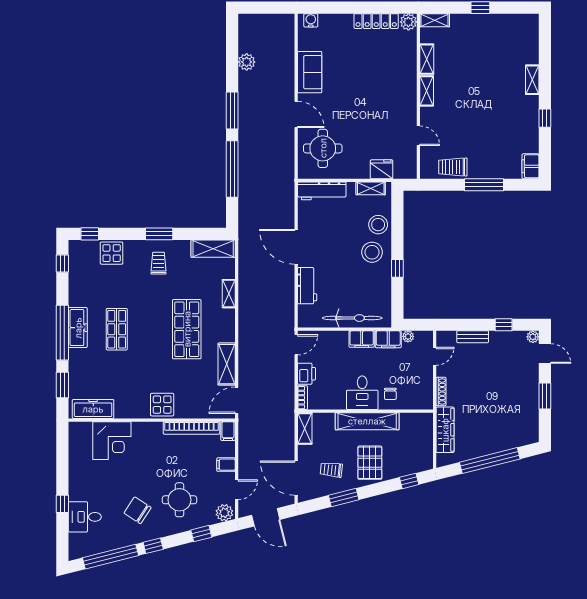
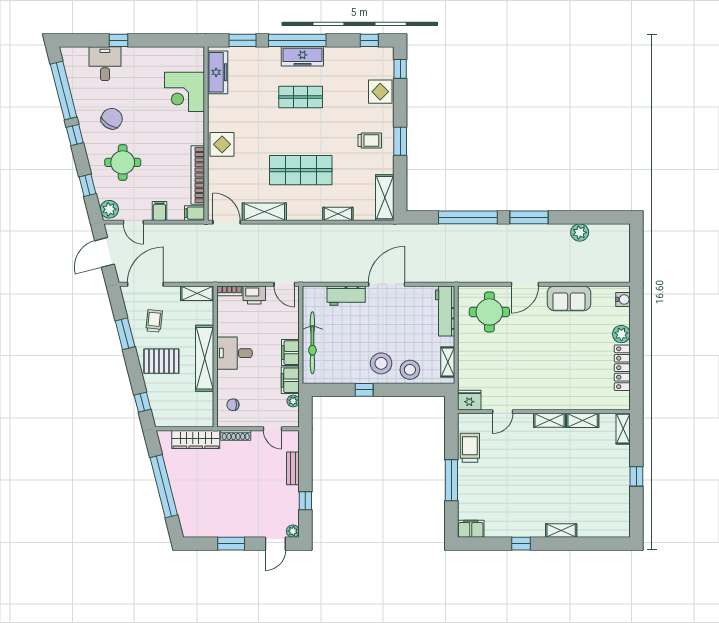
plant: (408, 22) -> (621, 334), moved
fridge: (382, 169) -> (469, 400), moved, turned -90
chair: (390, 394) -> (233, 405), moved

